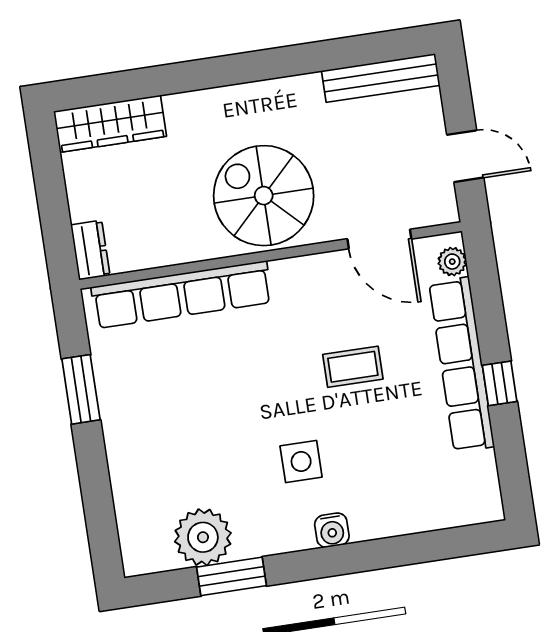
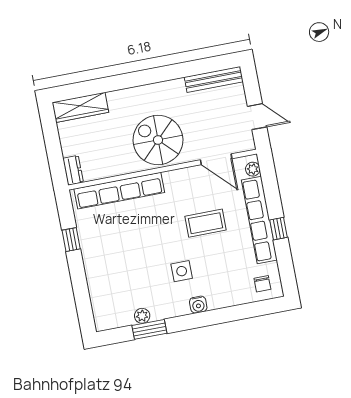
coffee table: (353, 367) -> (205, 223), width x1.36, depth x1.30
window: (81, 389) -> (71, 240), width x0.67
chair: (463, 493) -> (262, 284), added
plant: (203, 537) -> (142, 316), width x0.53, depth x0.53

